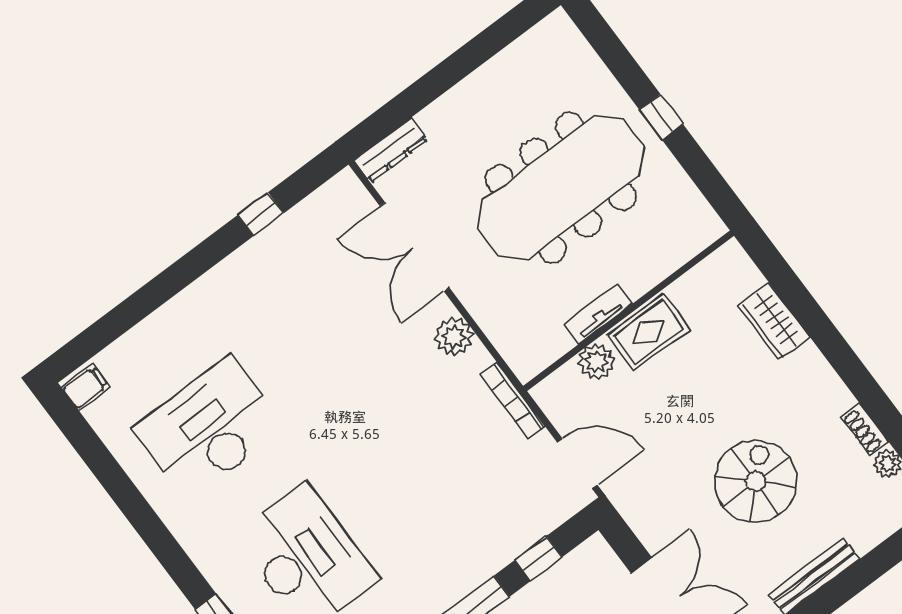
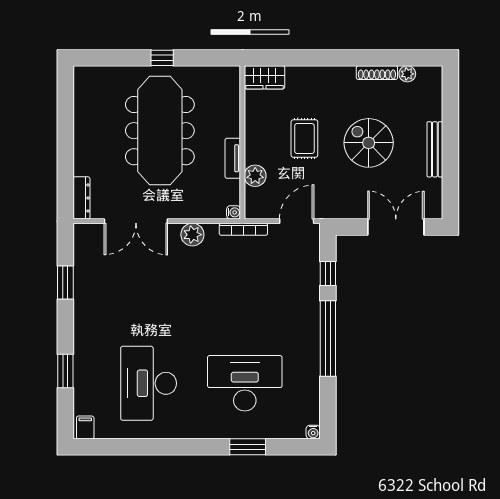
window: (261, 214) -> (65, 283), width x1.50
window: (141, 304) -> (65, 371), added
wardrobe: (774, 322) -> (264, 77), moved
rug: (649, 332) -> (304, 139), moved
water cooler: (525, 370) -> (234, 212), added
shoe rack: (865, 430) -> (377, 73), width x1.43

